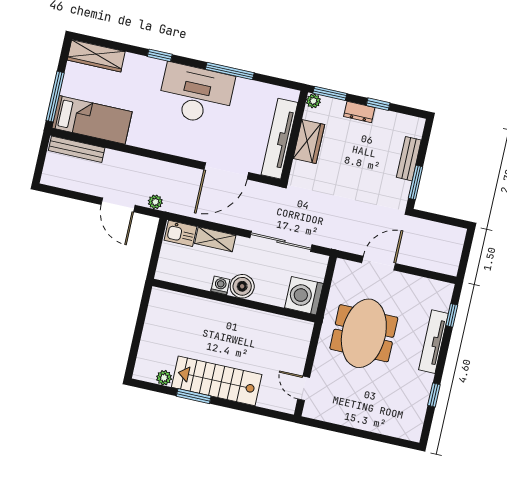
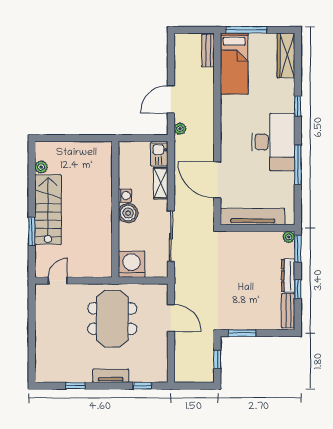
dresser: (359, 112) -> (288, 275), width x1.44
wardrobe: (309, 142) -> (256, 240), removed
bench: (77, 149) -> (208, 50), width x0.73
bench: (409, 159) -> (288, 311), moved, turned 90
window: (440, 219) -> (217, 359), added
meeting table: (364, 333) -> (112, 319), turned 90
tv unit: (433, 342) -> (111, 376), width x0.71
window: (194, 396) -> (32, 231), moved

